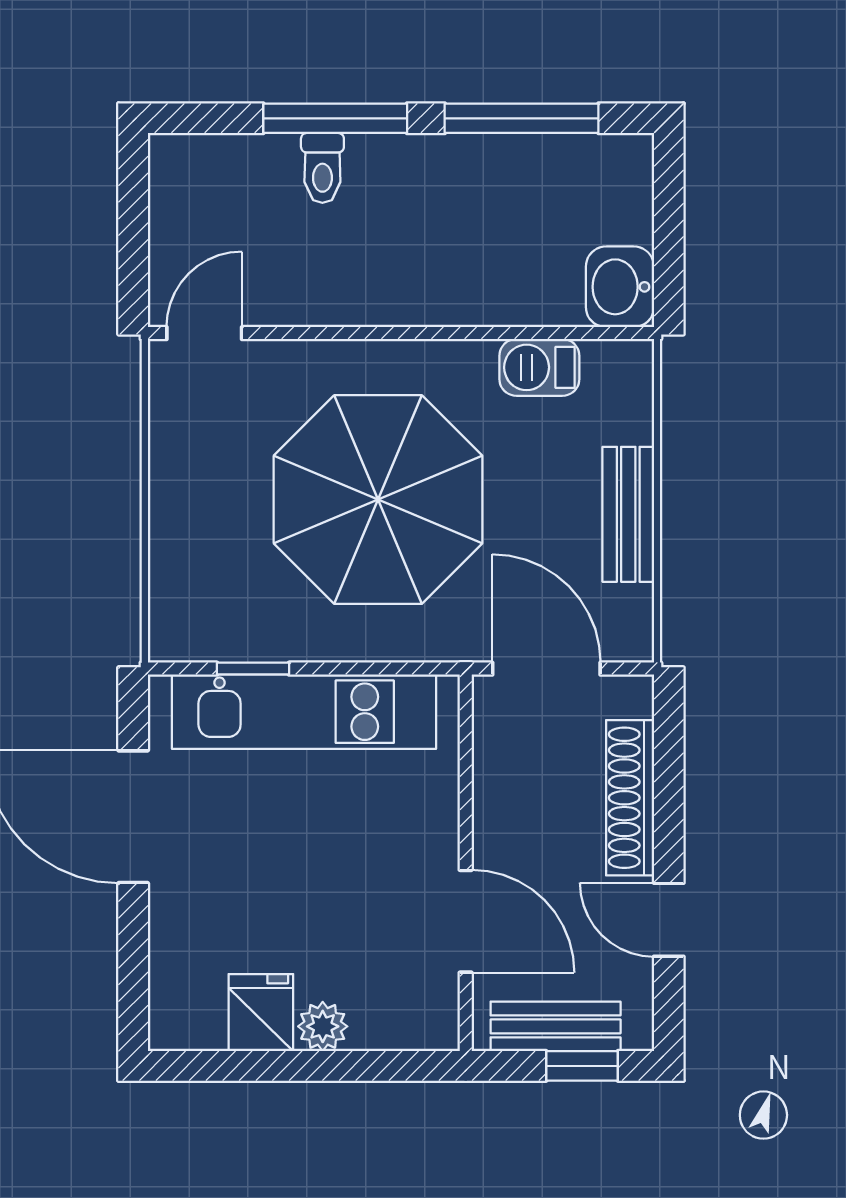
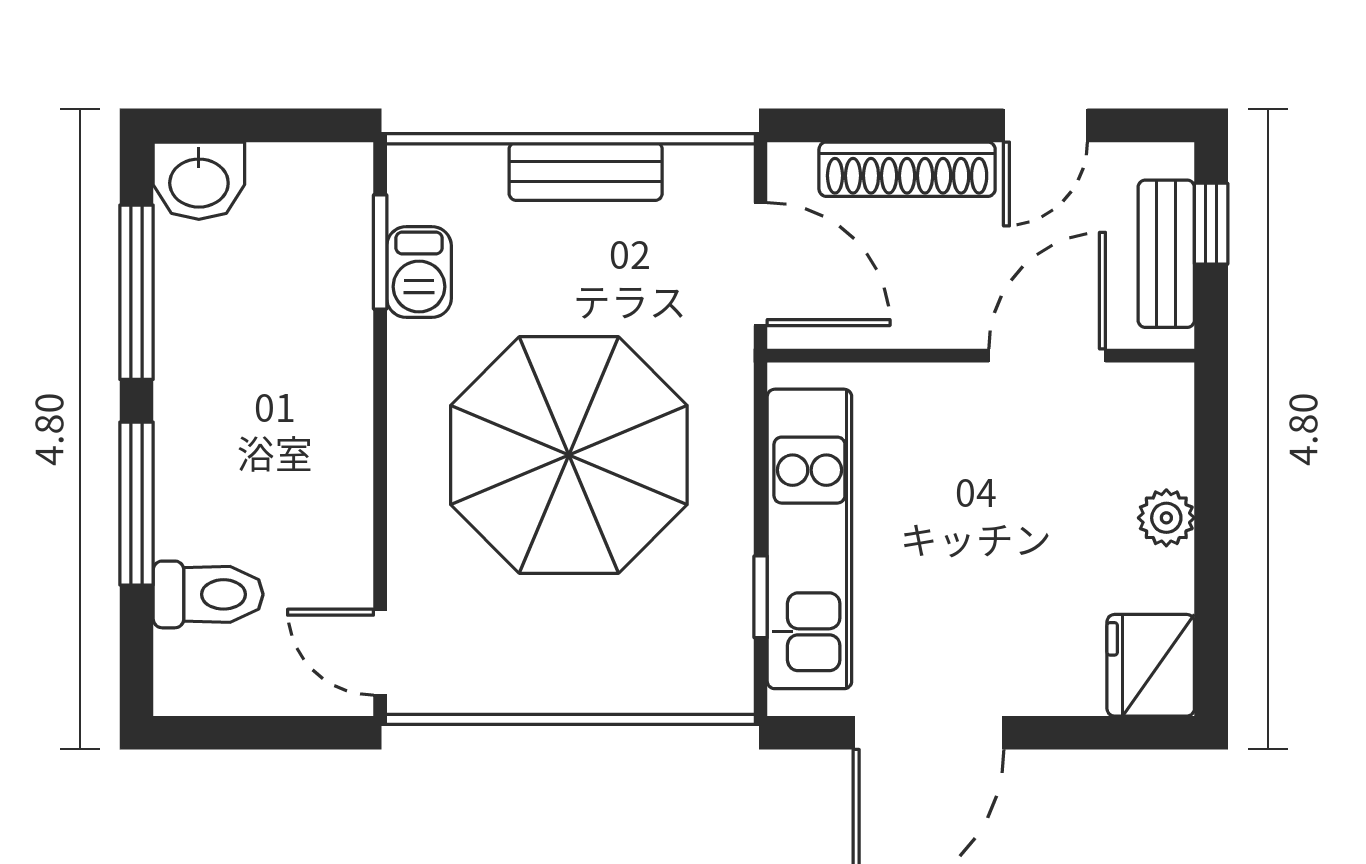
toilet: (322, 168) -> (208, 594), moved, width x1.37, depth x1.39
washbasin: (620, 287) -> (199, 181), moved
window: (557, 333) -> (380, 252), added
door: (546, 669) -> (761, 264), swing flipped
fridge: (261, 1013) -> (1151, 665), moved, width x1.38

